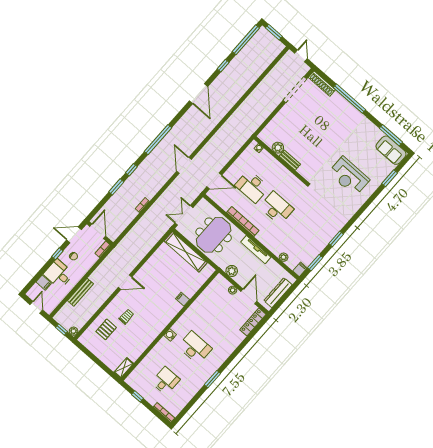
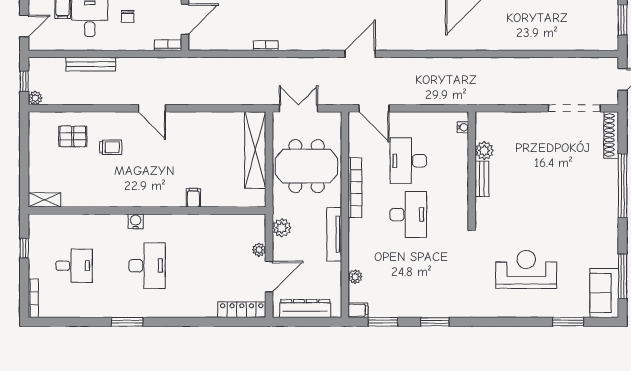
reception desk: (349, 176) -> (526, 269), turned 90

